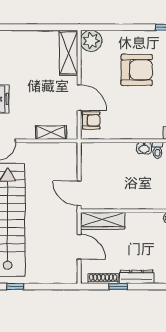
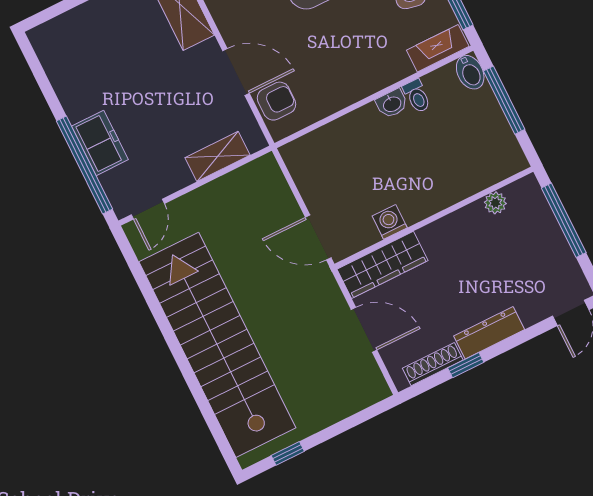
washing machine: (116, 203) -> (390, 222), added

